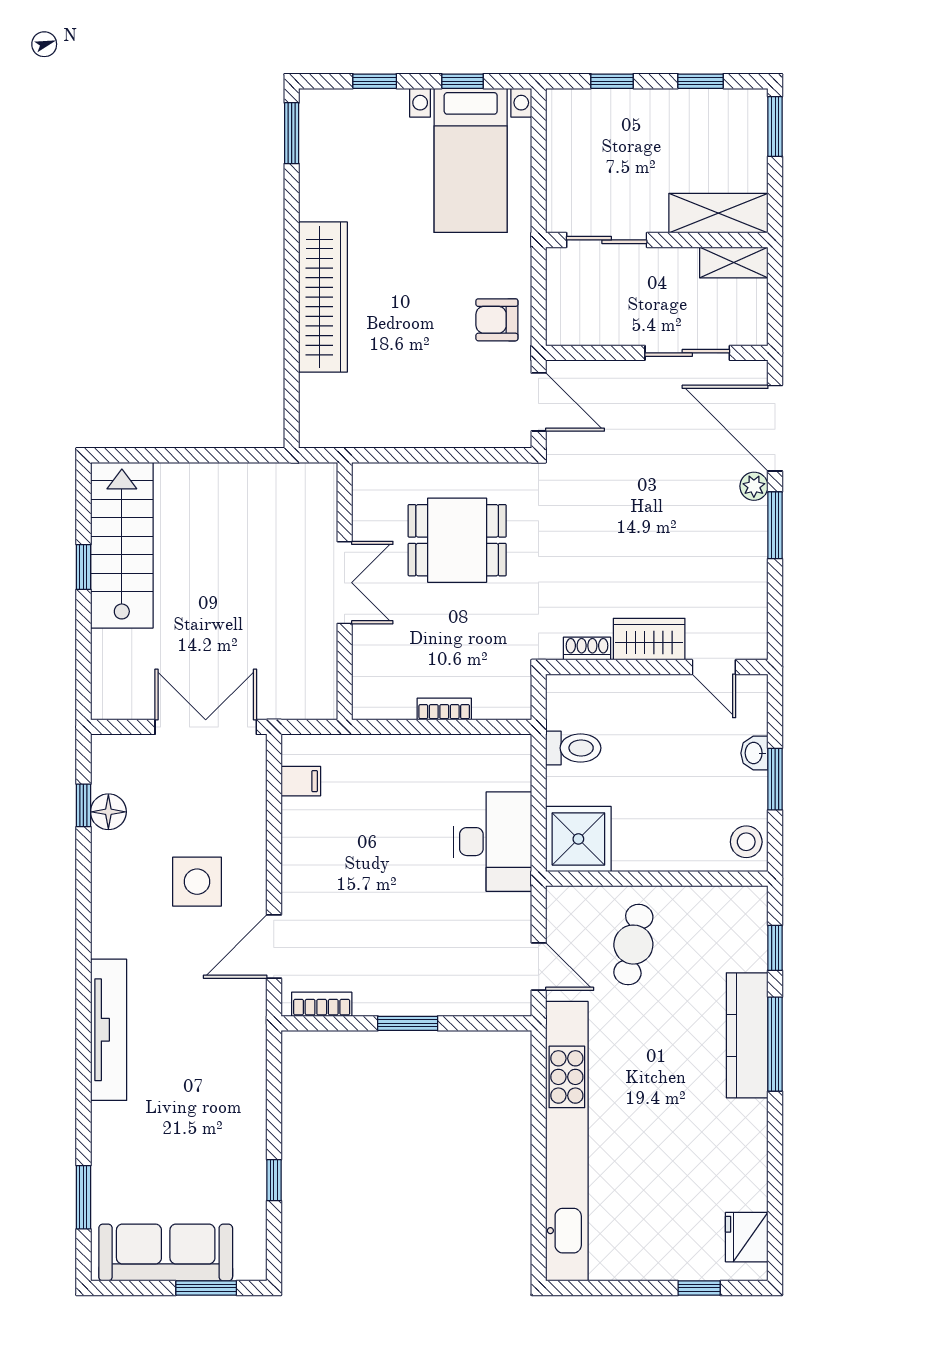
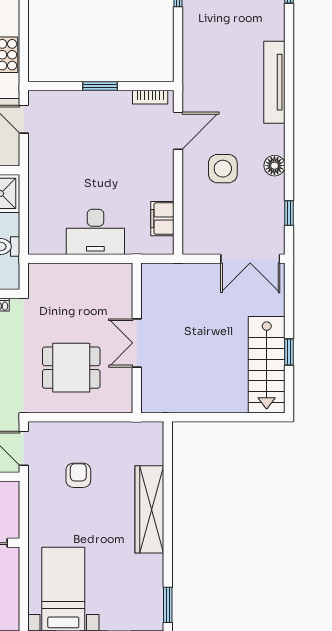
armchair: (497, 320) -> (78, 475), moved, turned -90
bookcase: (444, 709) -> (79, 269), removed
double door: (206, 727) -> (250, 259), moved
filing cabinet: (301, 781) -> (162, 219), width x2.00
floor lamp: (108, 812) -> (274, 166), moved
desk: (492, 842) -> (95, 232), moved, turned -90

